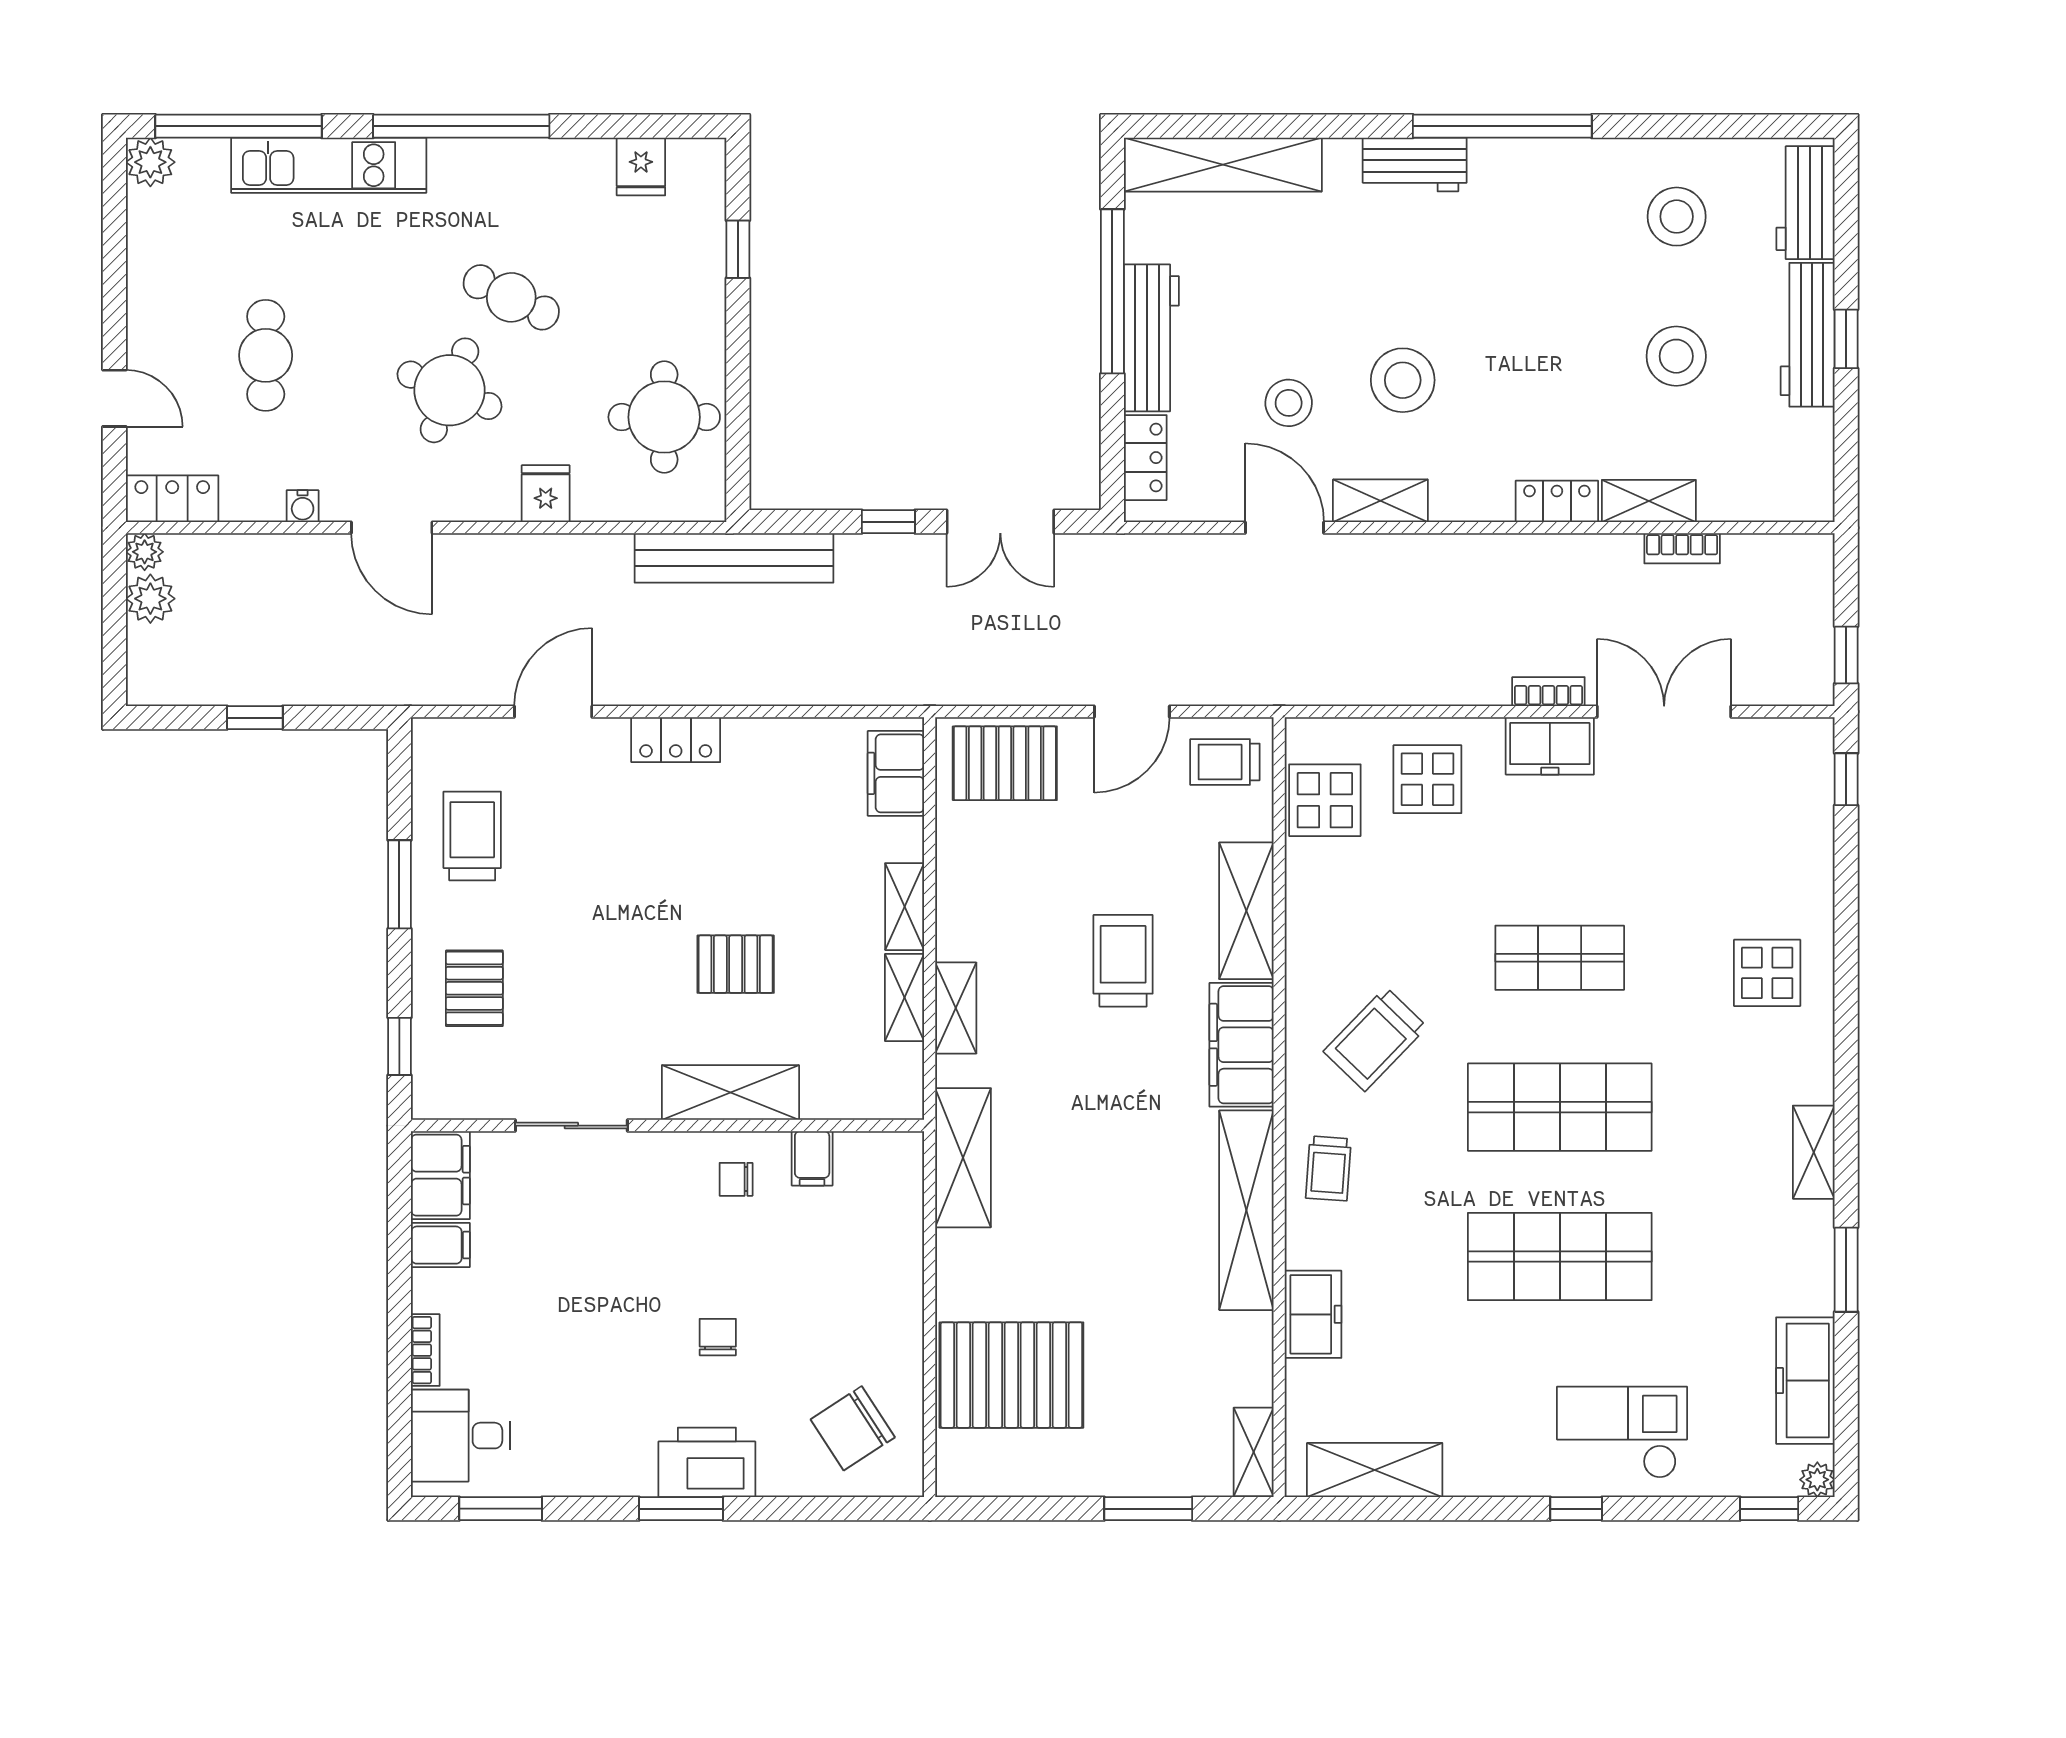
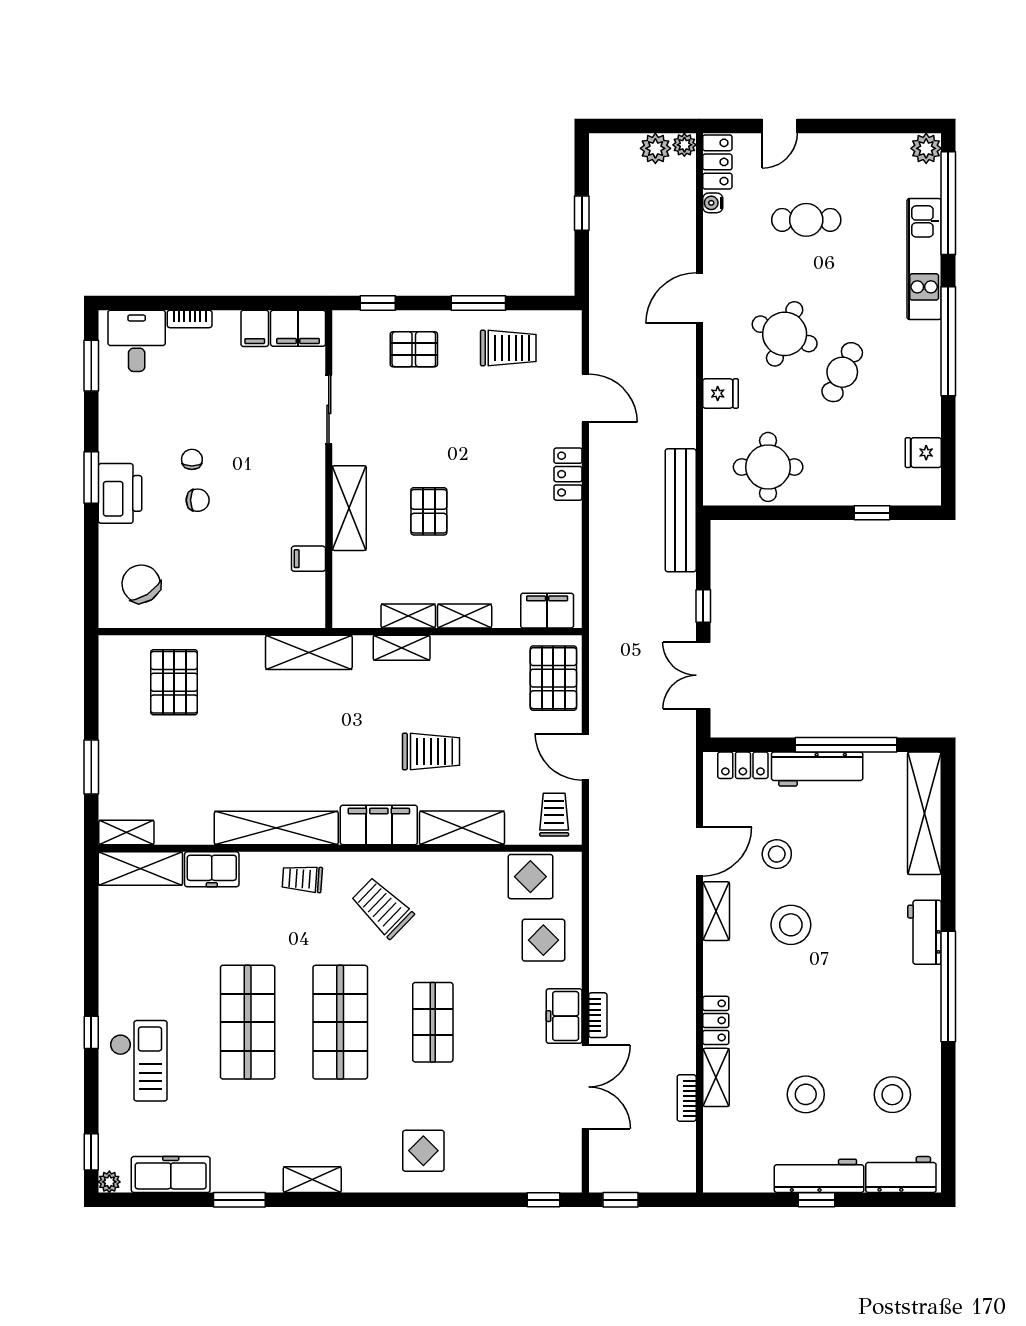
water cooler: (303, 506) -> (713, 203), moved
chair: (736, 1179) -> (192, 459), moved
pallet: (1011, 1375) -> (174, 682), width x0.73, depth x0.71
shelving: (1375, 1470) -> (140, 868), moved, turned 90

